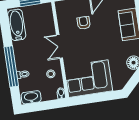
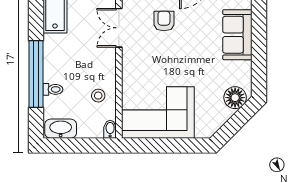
double door: (59, 46) -> (119, 28), moved

